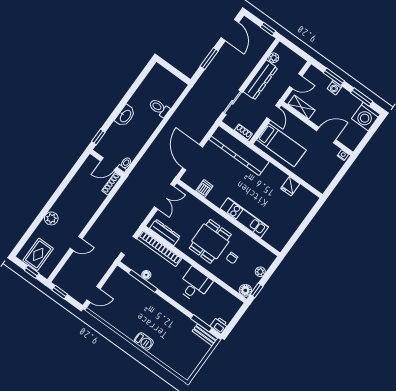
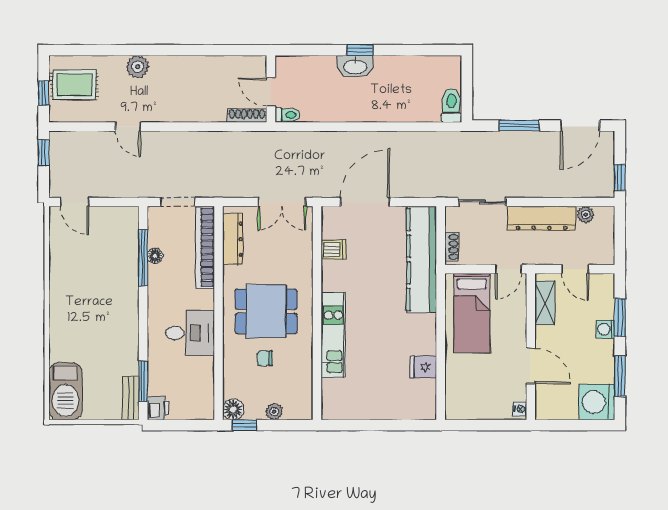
toilet: (159, 108) -> (451, 106), moved
window: (98, 137) -> (360, 50), moved
barbecue: (144, 341) -> (65, 391), moved, width x1.88, depth x1.53

